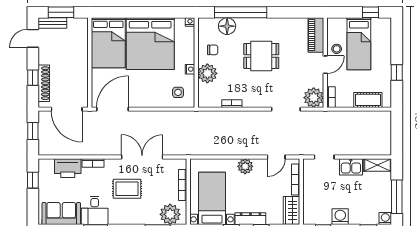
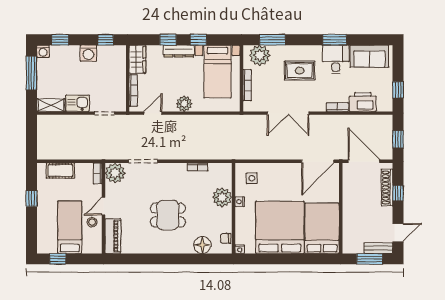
window: (241, 12) -> (189, 259), removed
chair: (213, 50) -> (226, 238), moved
rug: (127, 189) -> (300, 71), moved

